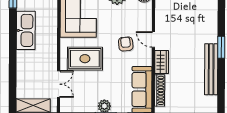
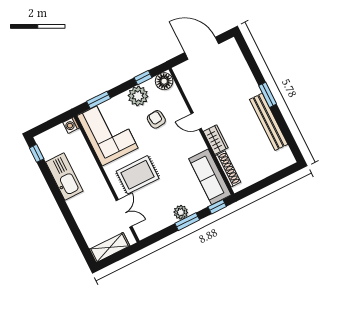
armchair: (126, 44) -> (156, 119), moved

